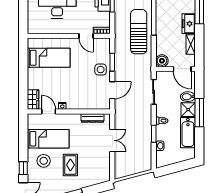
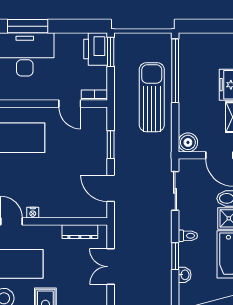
side table: (101, 70) -> (92, 156), removed
door: (112, 90) -> (111, 188), swing flipped
double door: (112, 140) -> (111, 267), swing flipped

